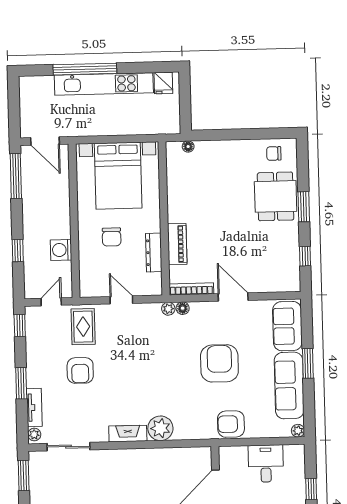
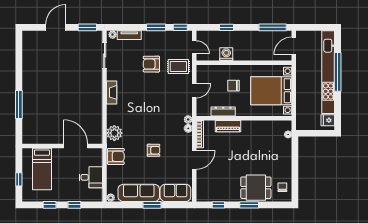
kitchen unit: (104, 84) -> (328, 72), width x1.36
armchair: (219, 363) -> (154, 150), width x0.53, depth x0.53
window: (21, 383) -> (156, 27), moved
armchair: (231, 424) -> (116, 156), turned 90
plant: (160, 428) -> (114, 133), moved

